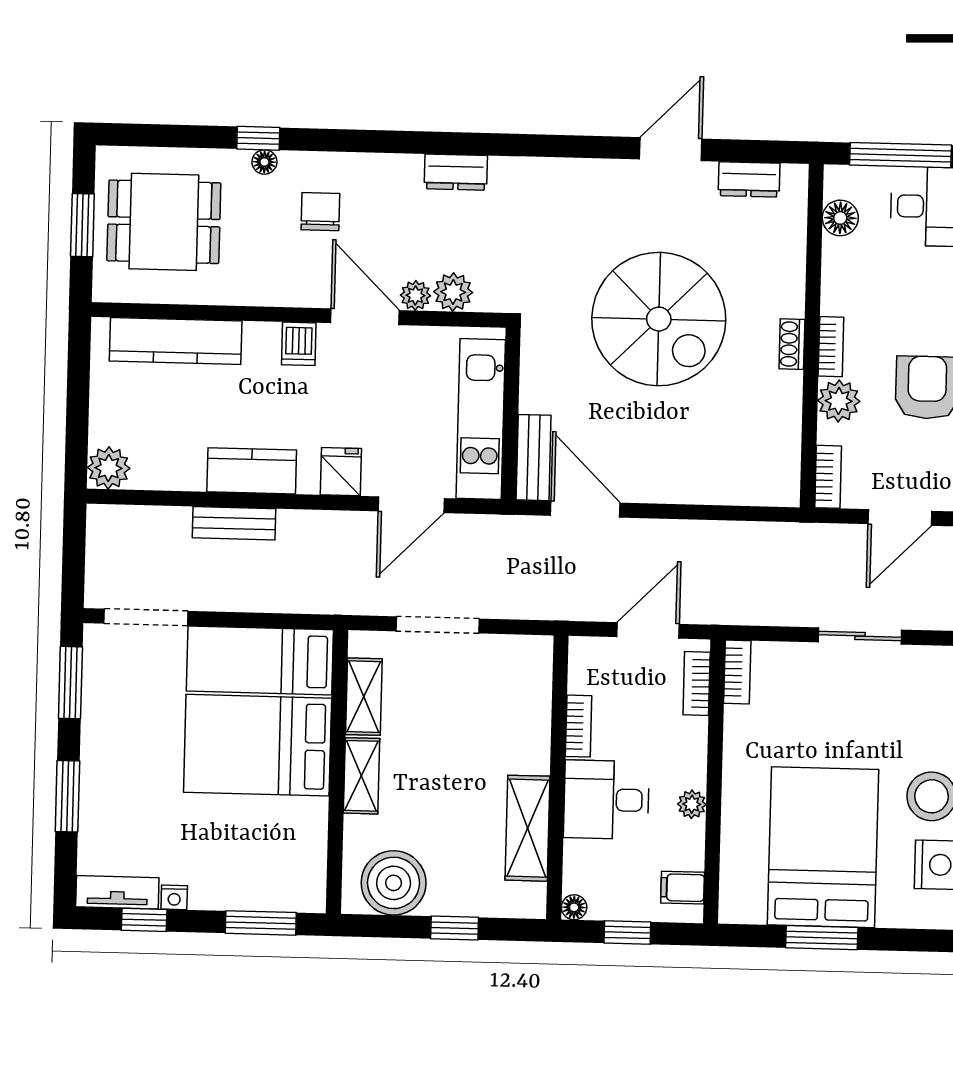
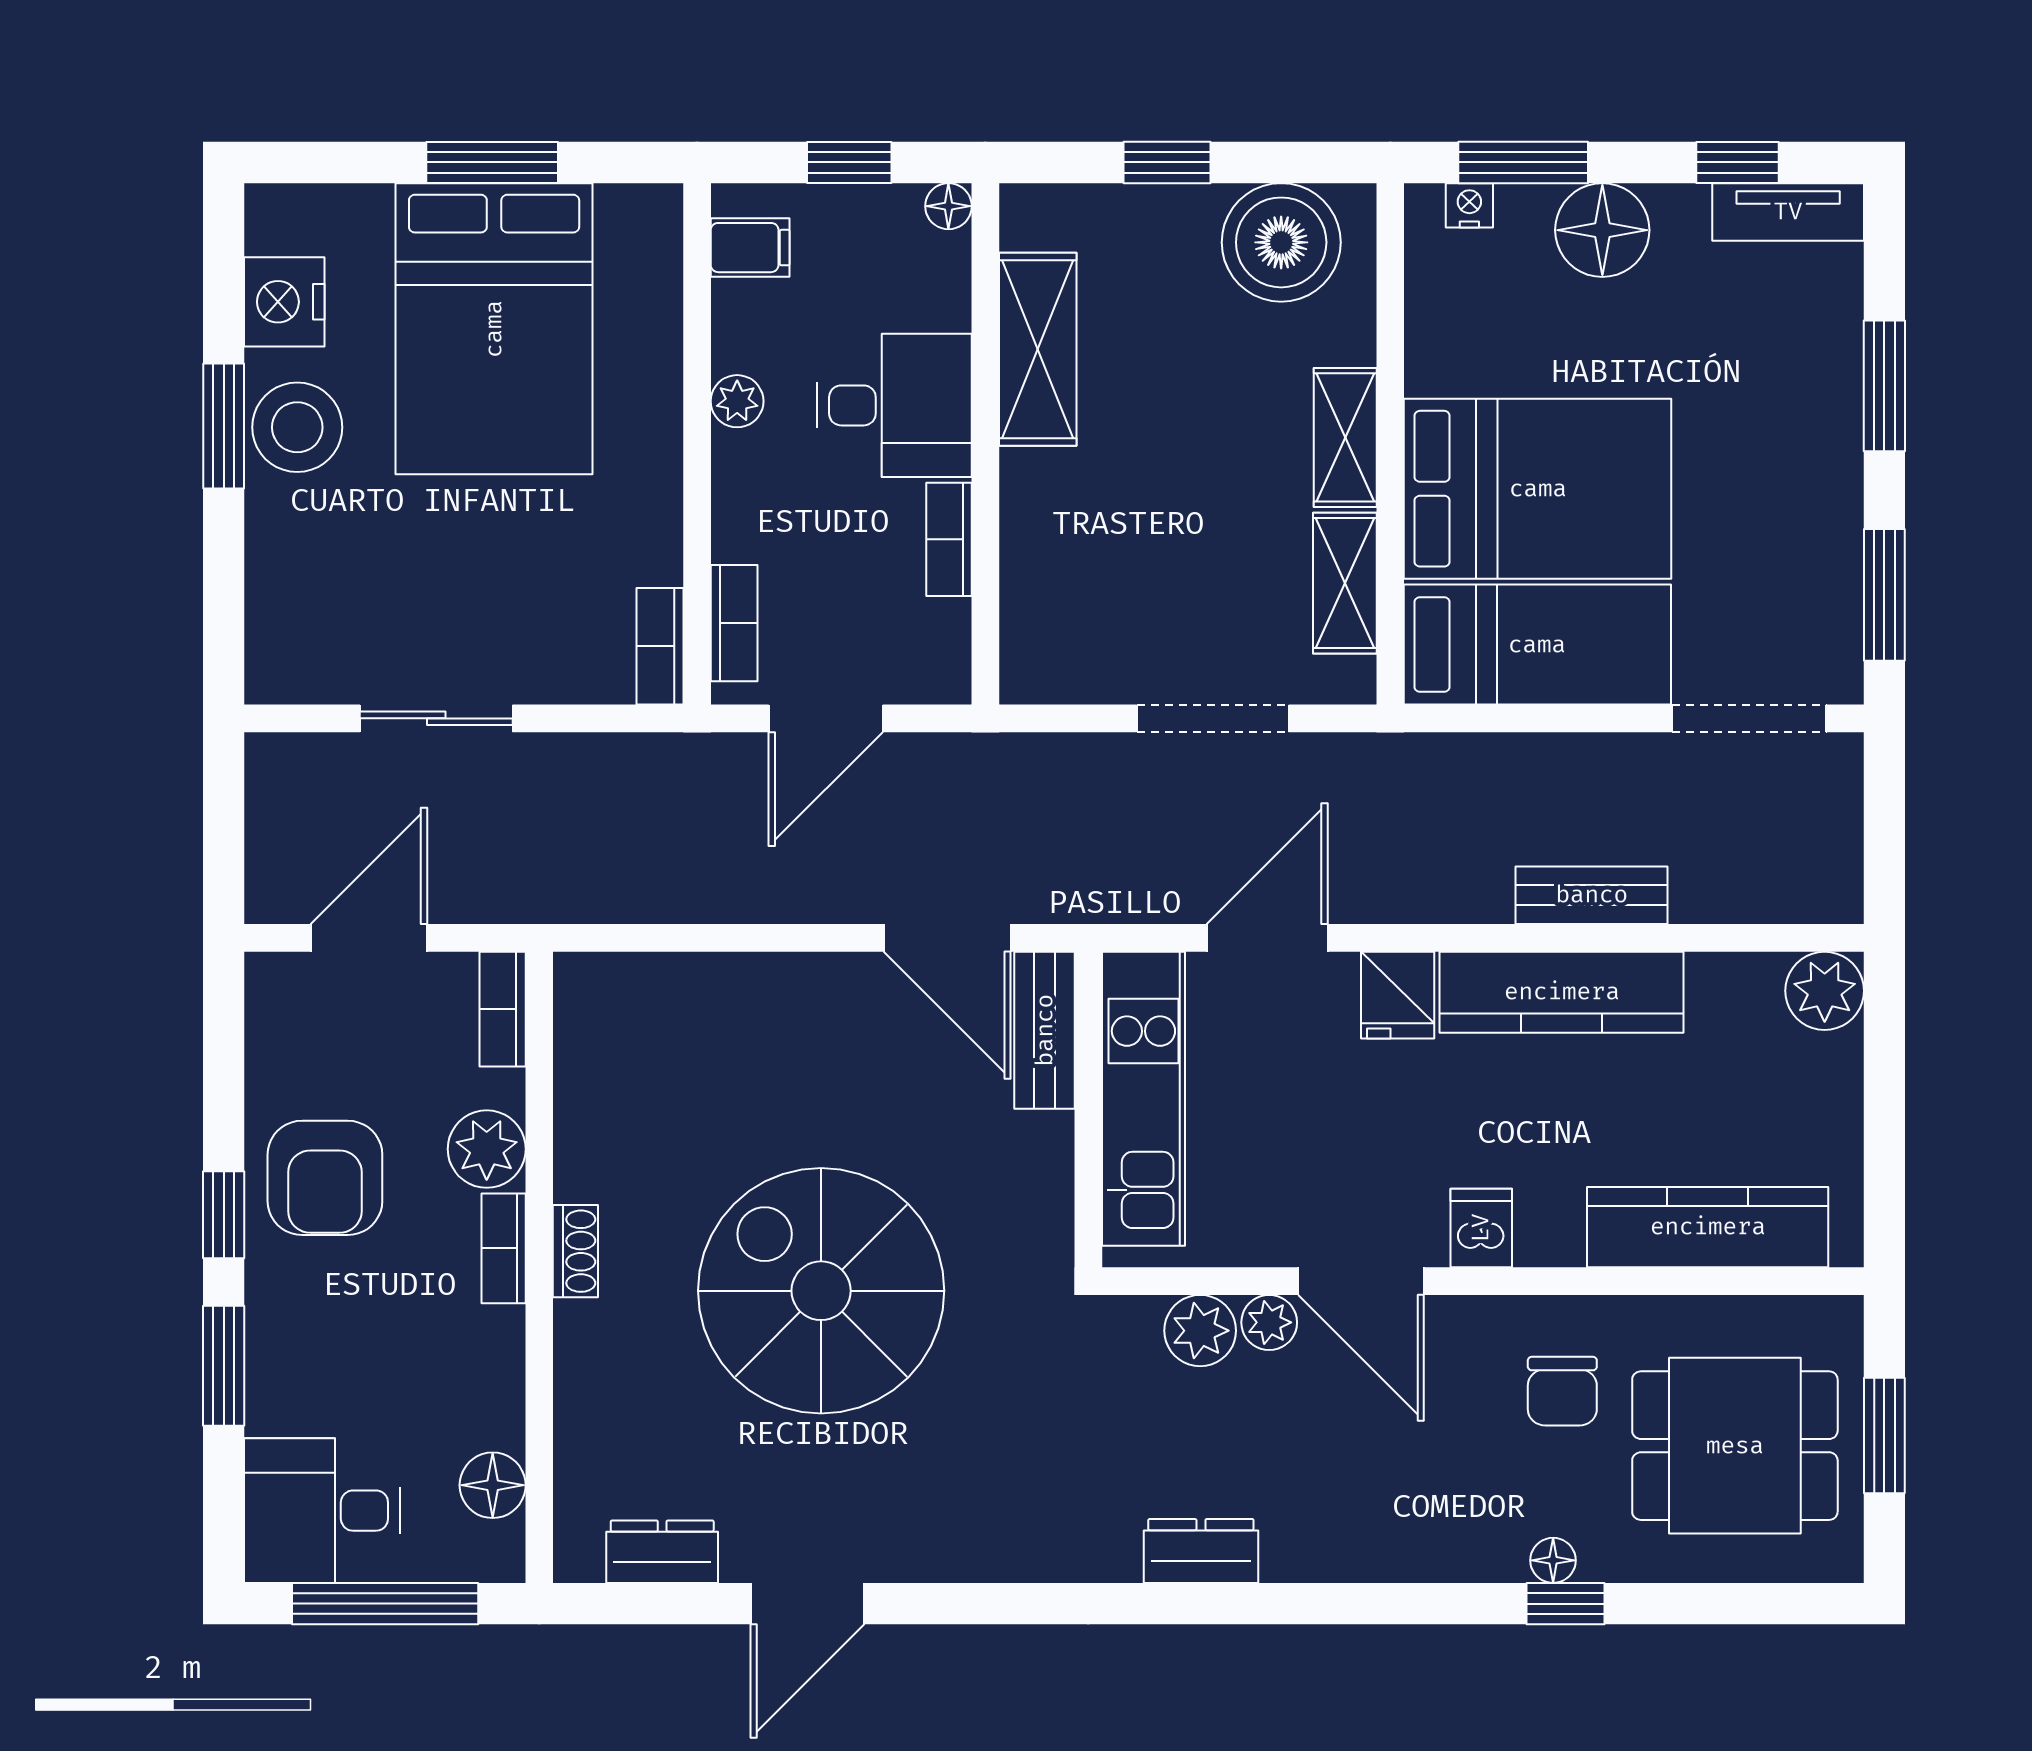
chair: (320, 212) -> (1562, 1391), moved
kitchen counter: (252, 471) -> (1562, 992), width x1.50
floor lamp: (219, 885) -> (1602, 230), added
nightstand: (174, 897) -> (1469, 205), moved

